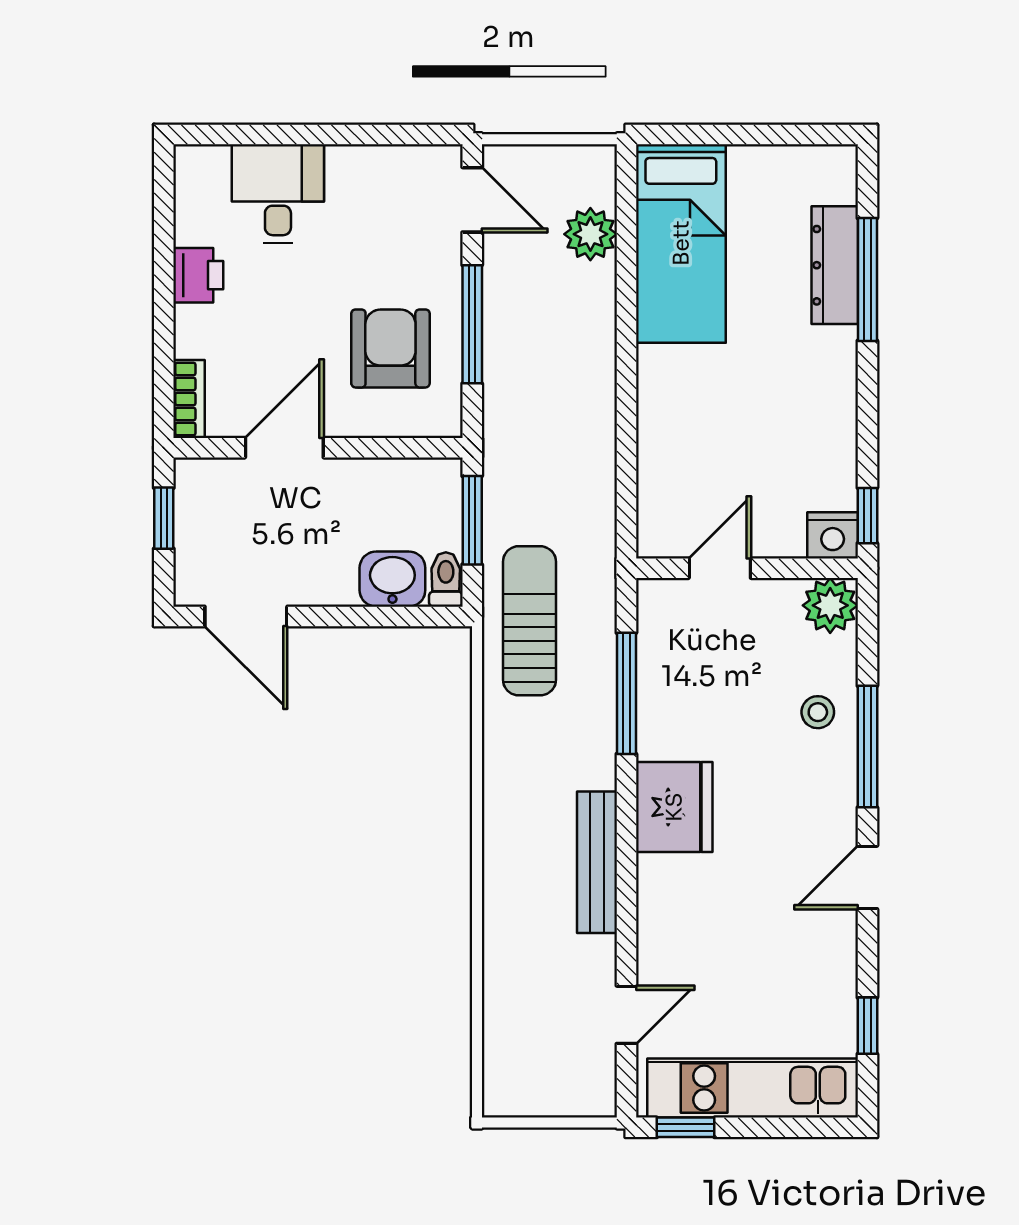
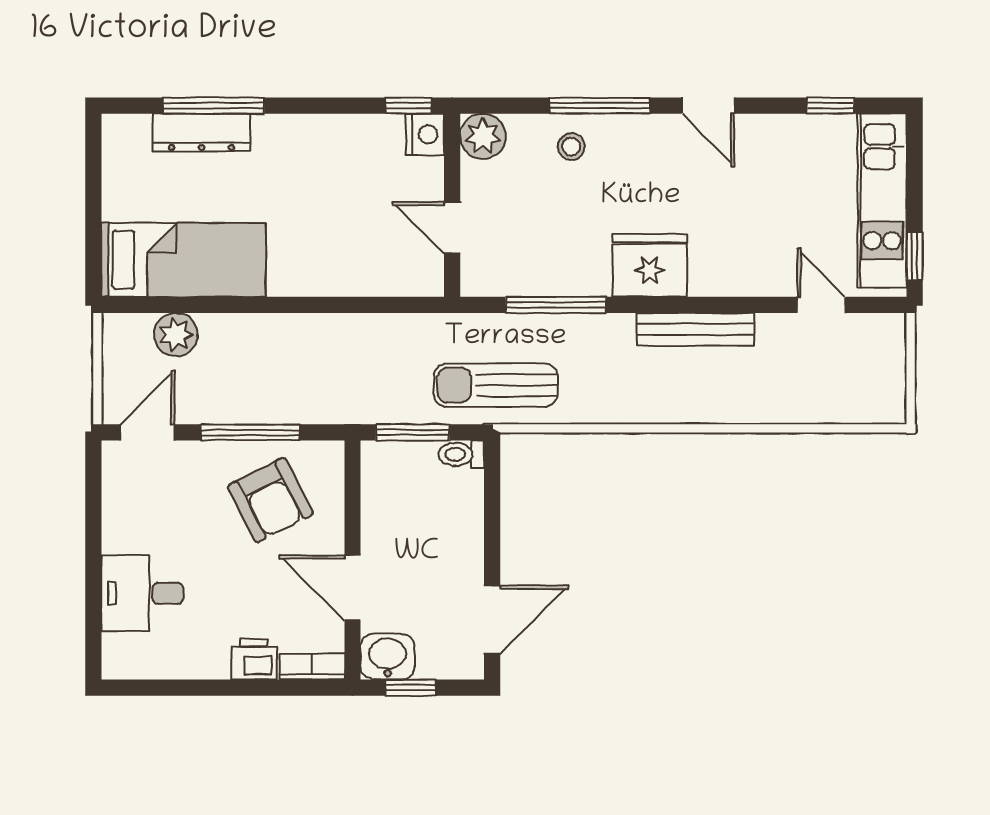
printer: (198, 275) -> (254, 659), moved
armchair: (390, 348) -> (270, 500), turned -117
washbasin: (392, 579) -> (388, 657), moved, turned 90

